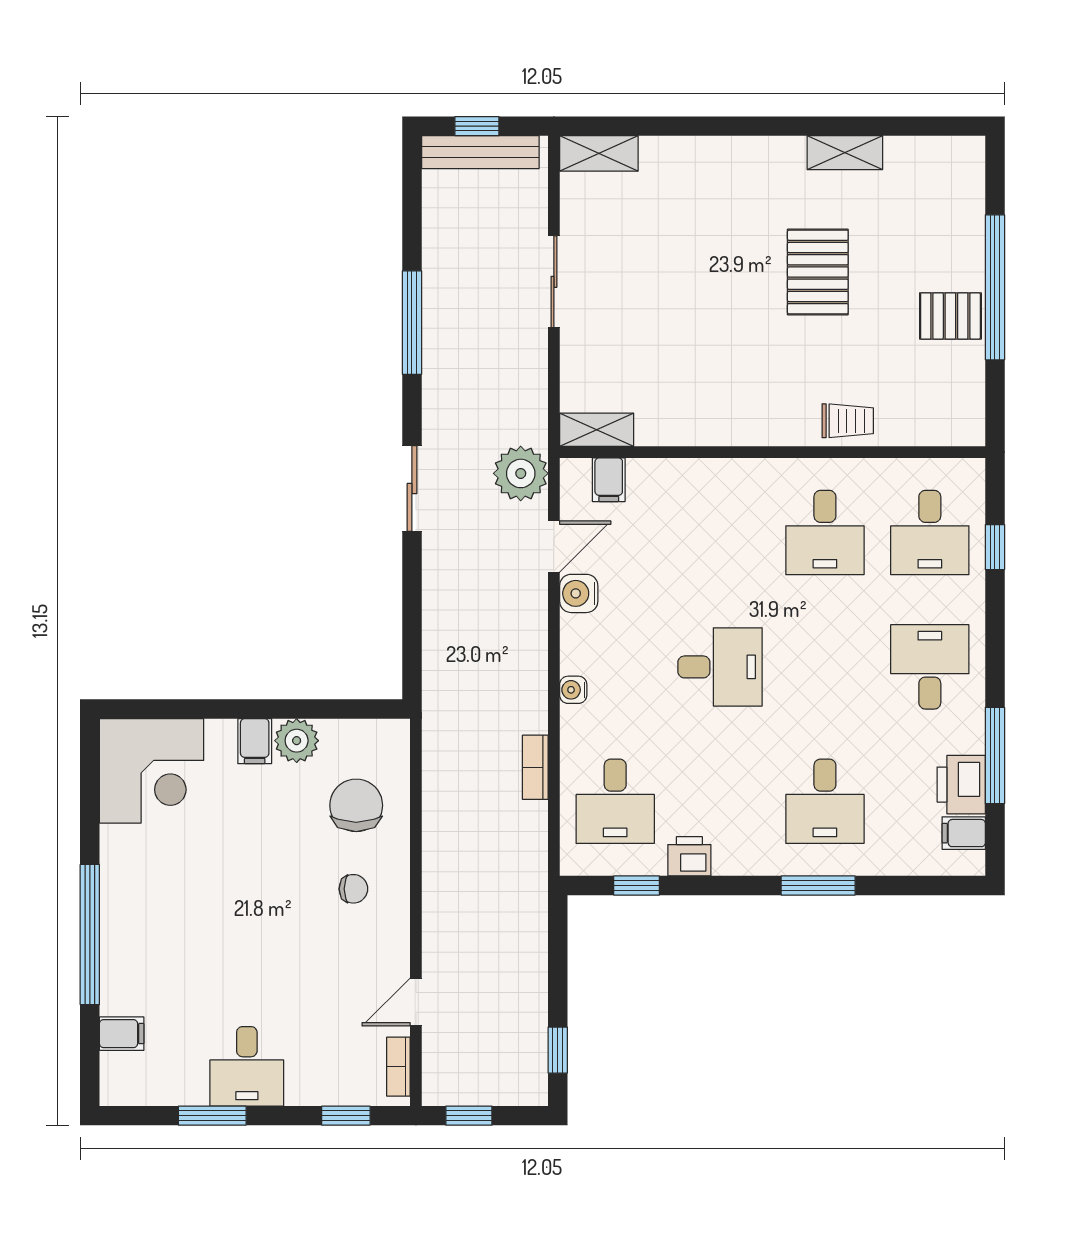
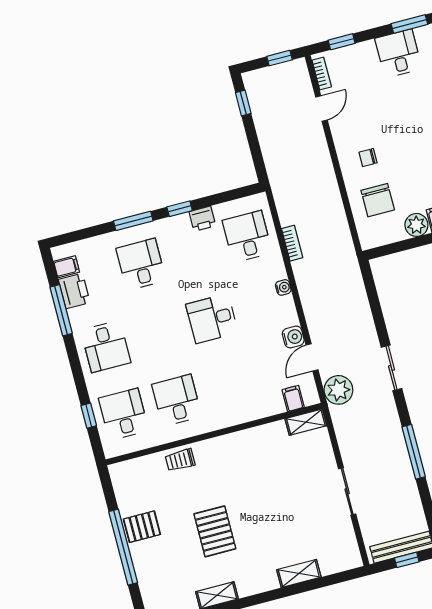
shelving: (599, 153) -> (299, 573), moved
window: (637, 885) -> (180, 209), moved

